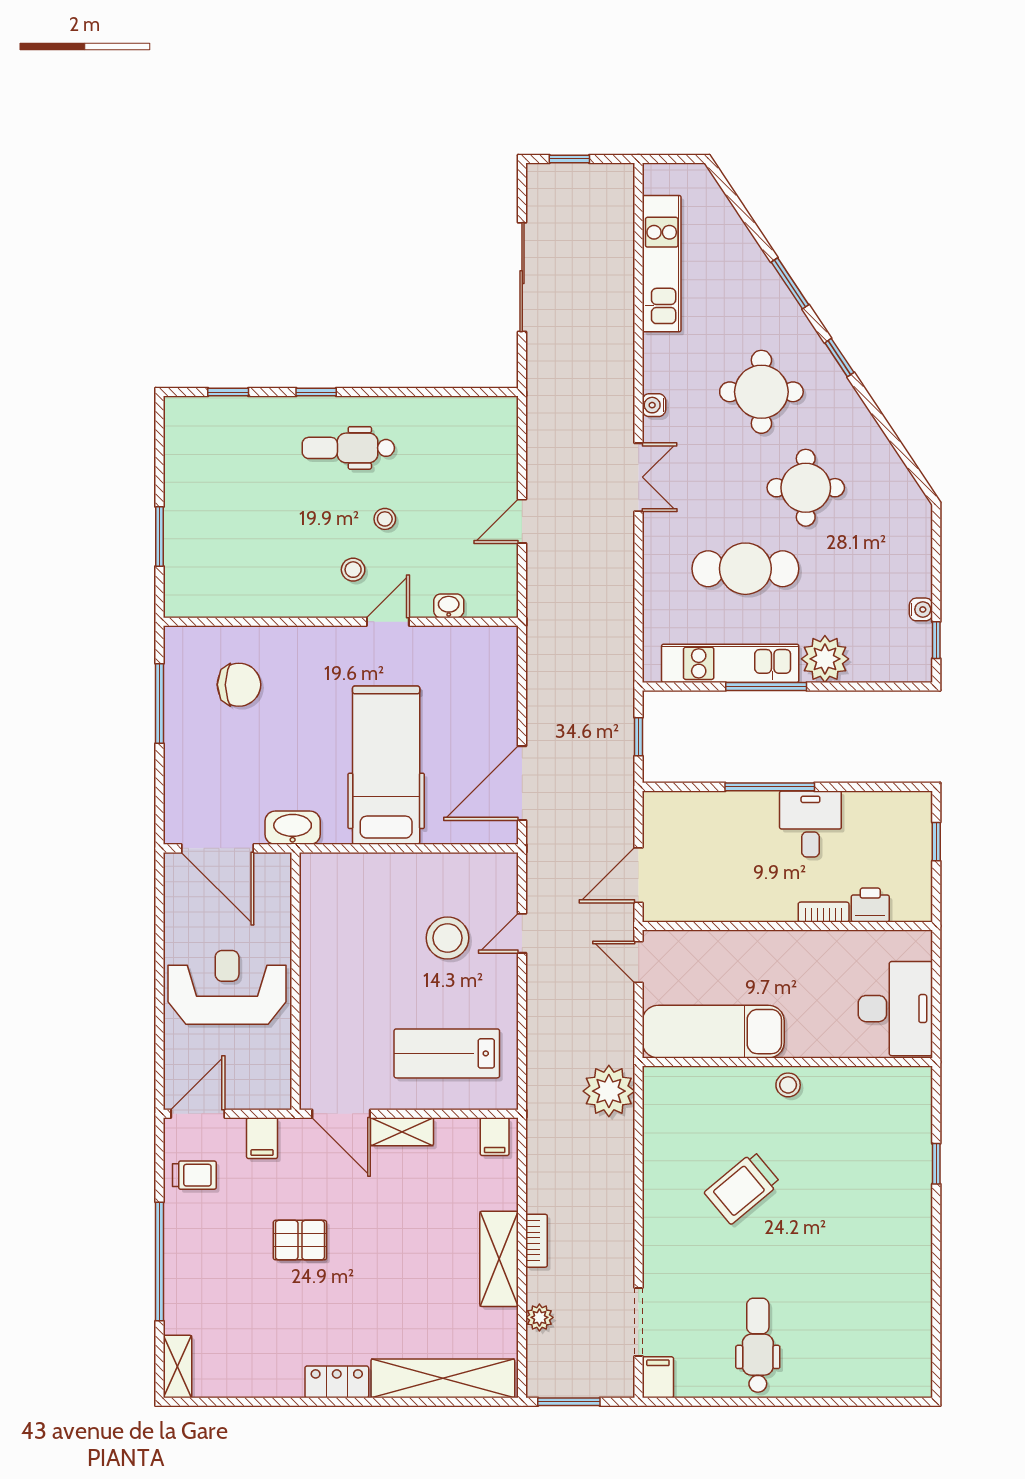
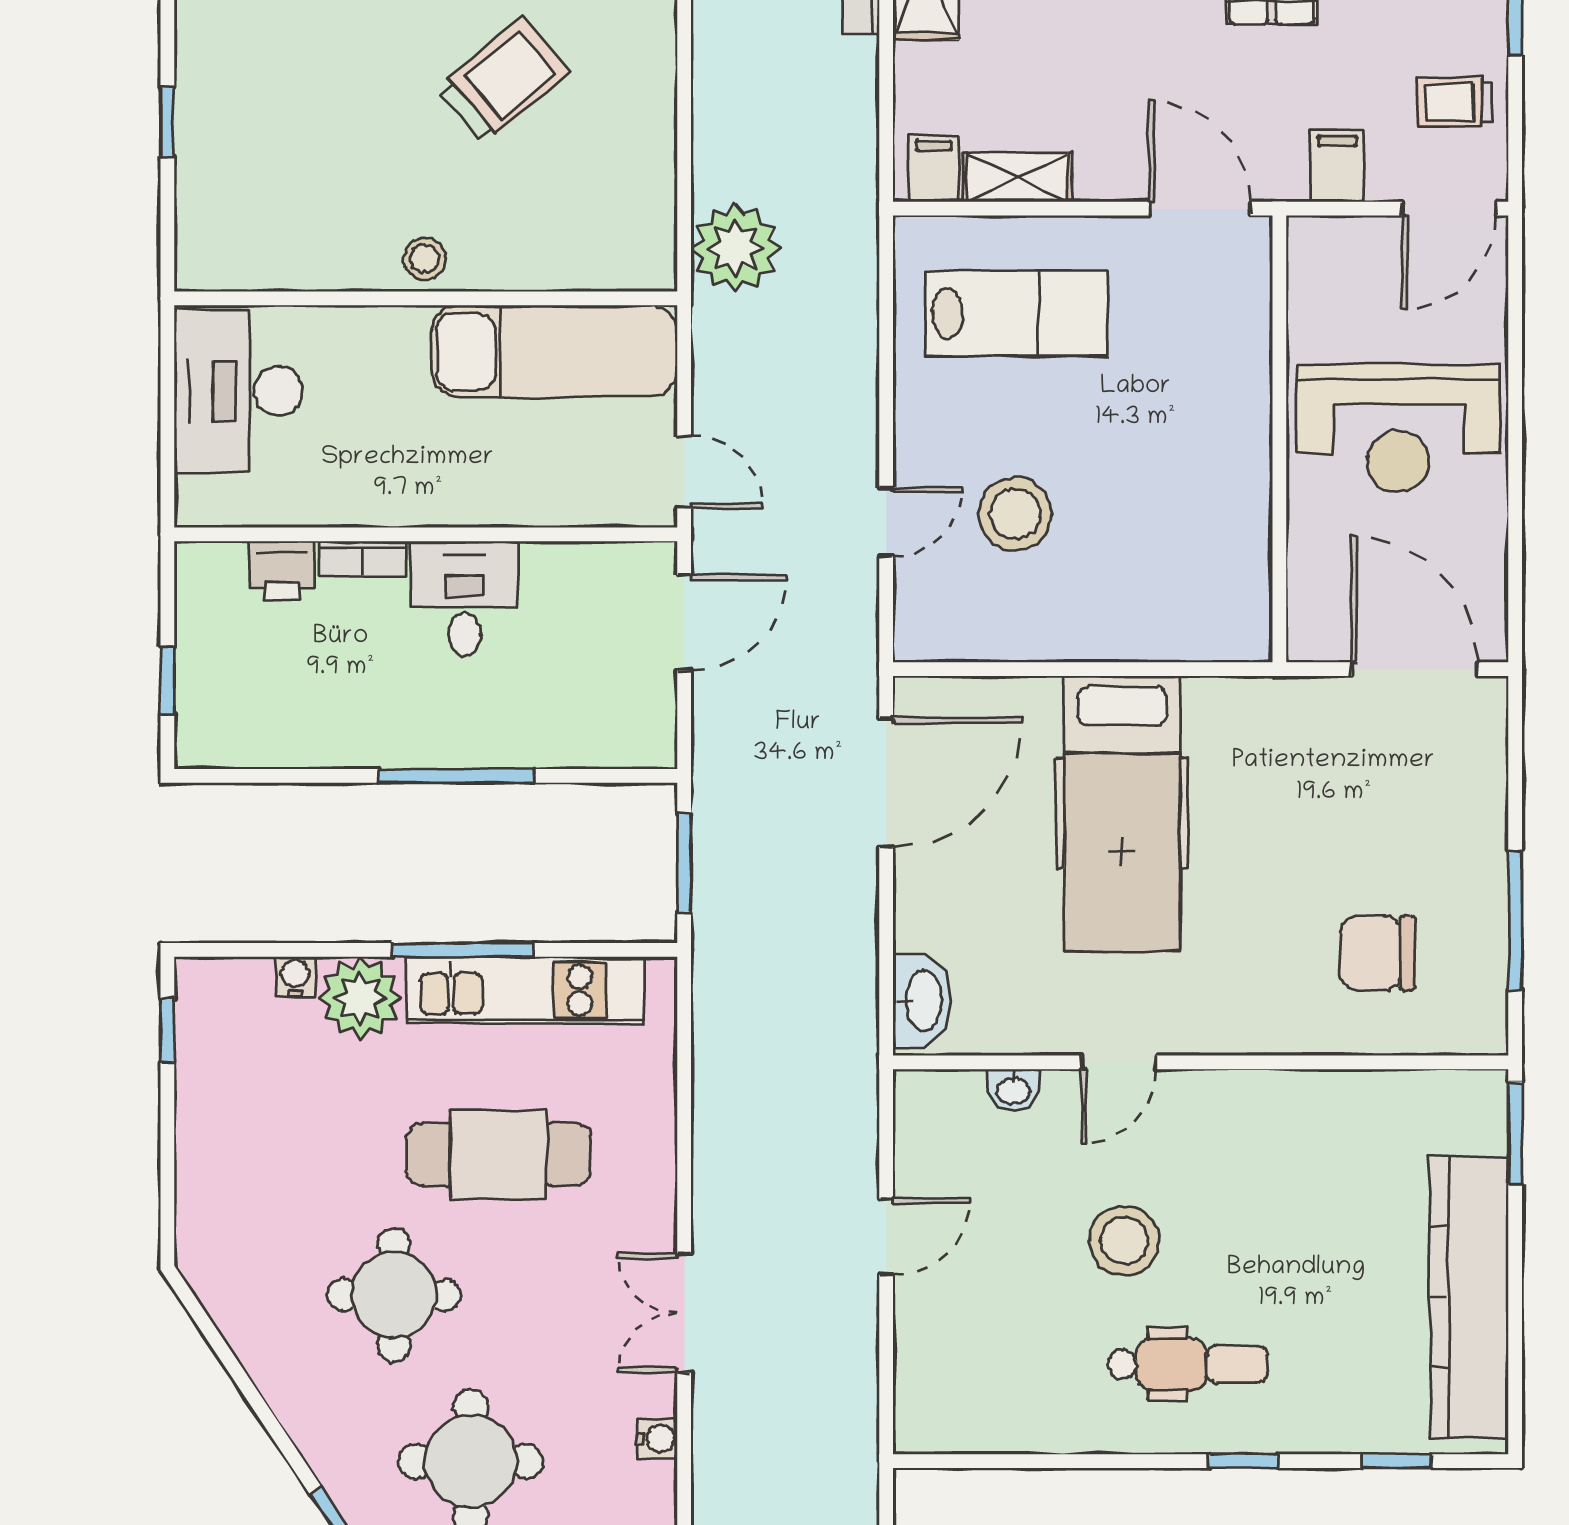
kitchen counter: (186, 487) -> (1469, 1297), added
stool: (385, 519) -> (1124, 1241), width x1.89, depth x1.89
window: (160, 536) -> (1515, 1133), moved
stool: (353, 570) -> (1179, 1153), removed
water cooler: (921, 609) -> (295, 977), moved, turned 90
window: (639, 737) -> (684, 863), width x1.50
desk: (810, 824) -> (465, 599), moved, turned 180
washbasin: (293, 828) -> (922, 1001), moved, turned -90
shelving: (402, 1132) -> (1018, 177), moved

